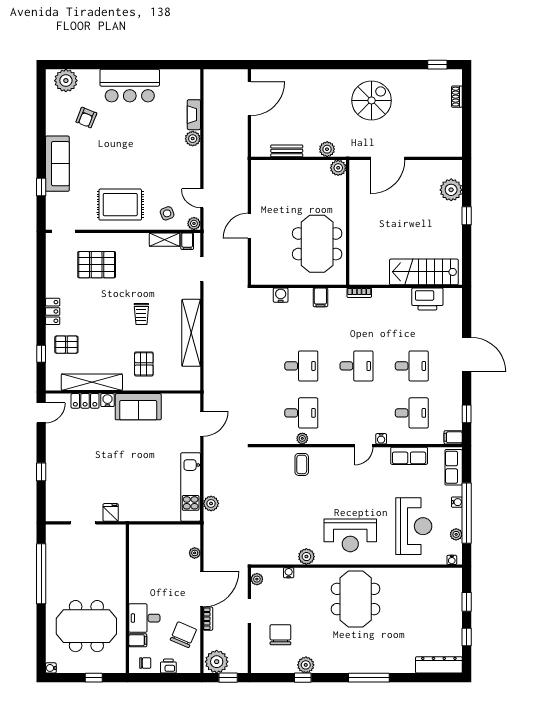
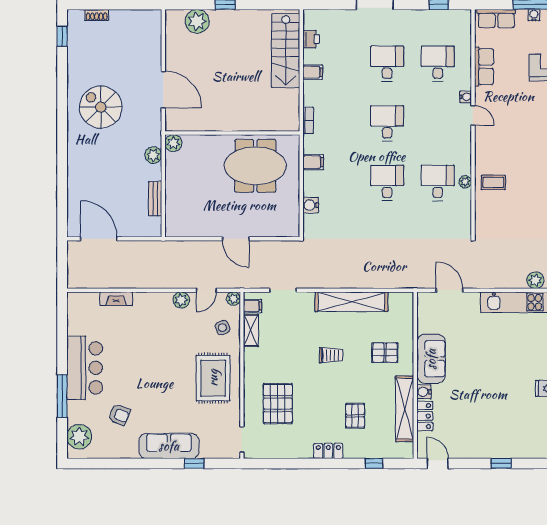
window: (104, 65) -> (62, 396), added
plant: (193, 139) -> (181, 300), moved
printer: (427, 299) -> (311, 39), width x0.53, depth x0.68
pallet: (66, 345) -> (355, 416), moved
filing cabinet: (453, 437) -> (313, 72), moved, turned -90

